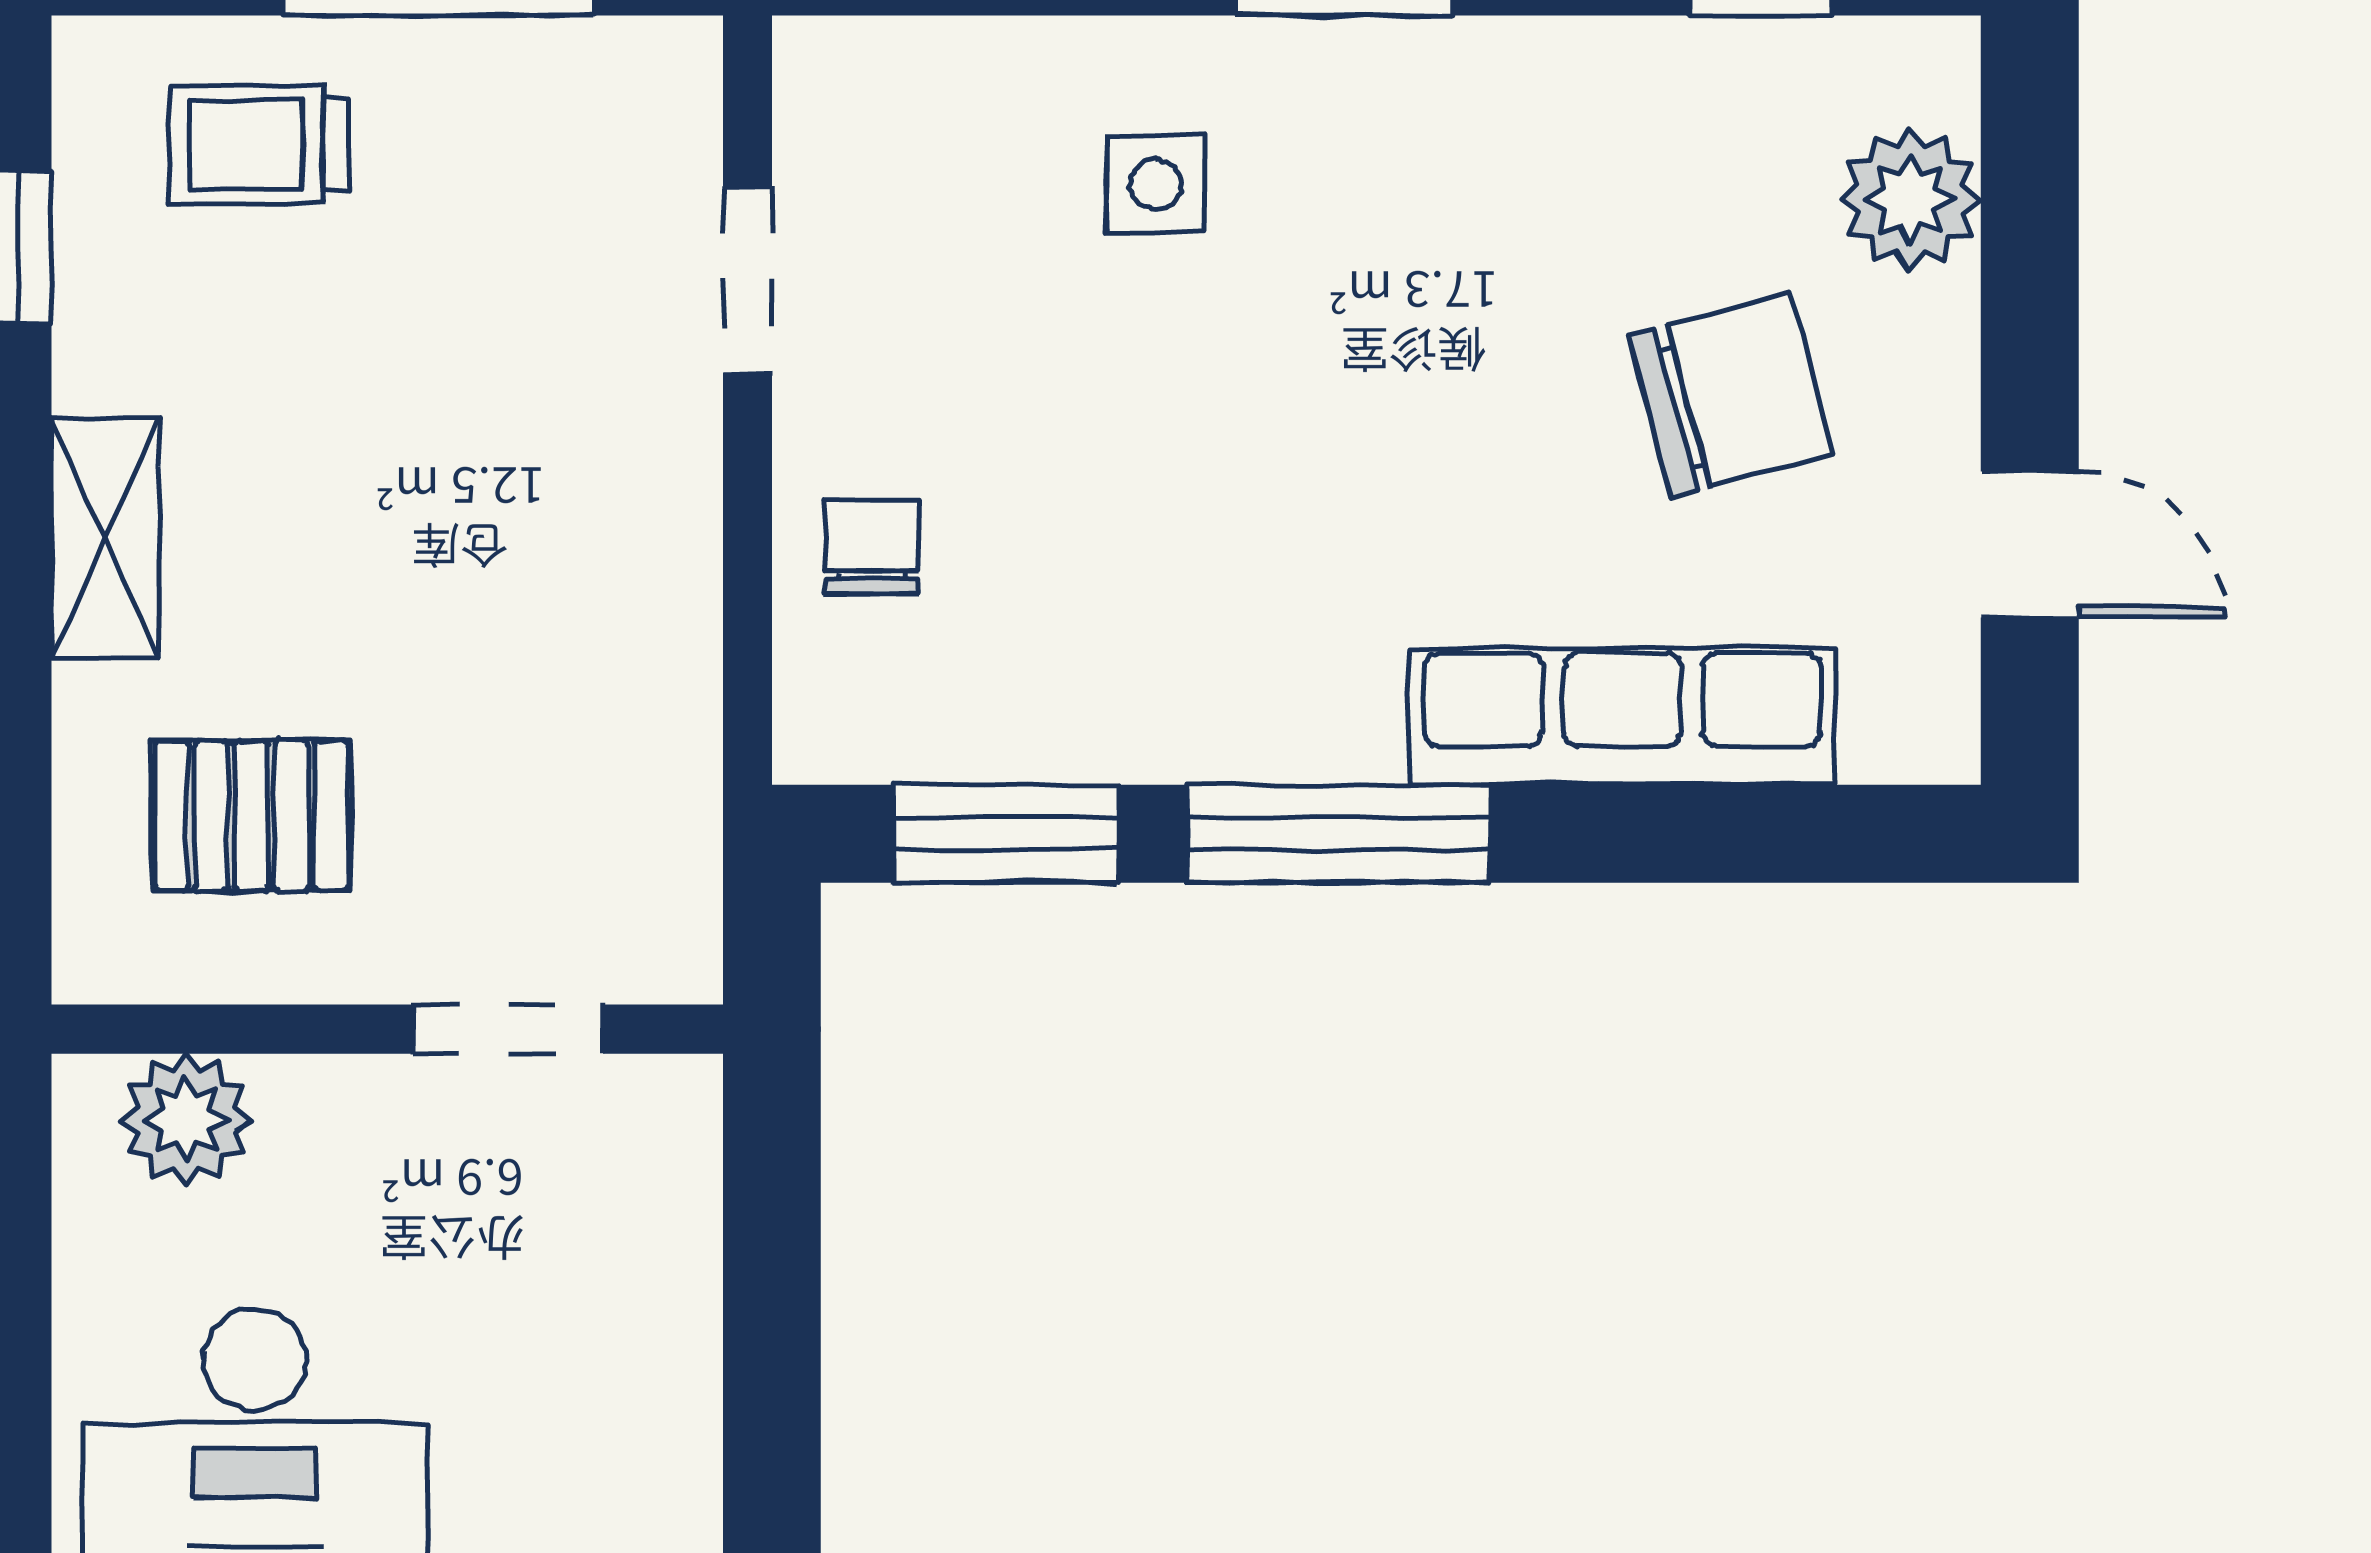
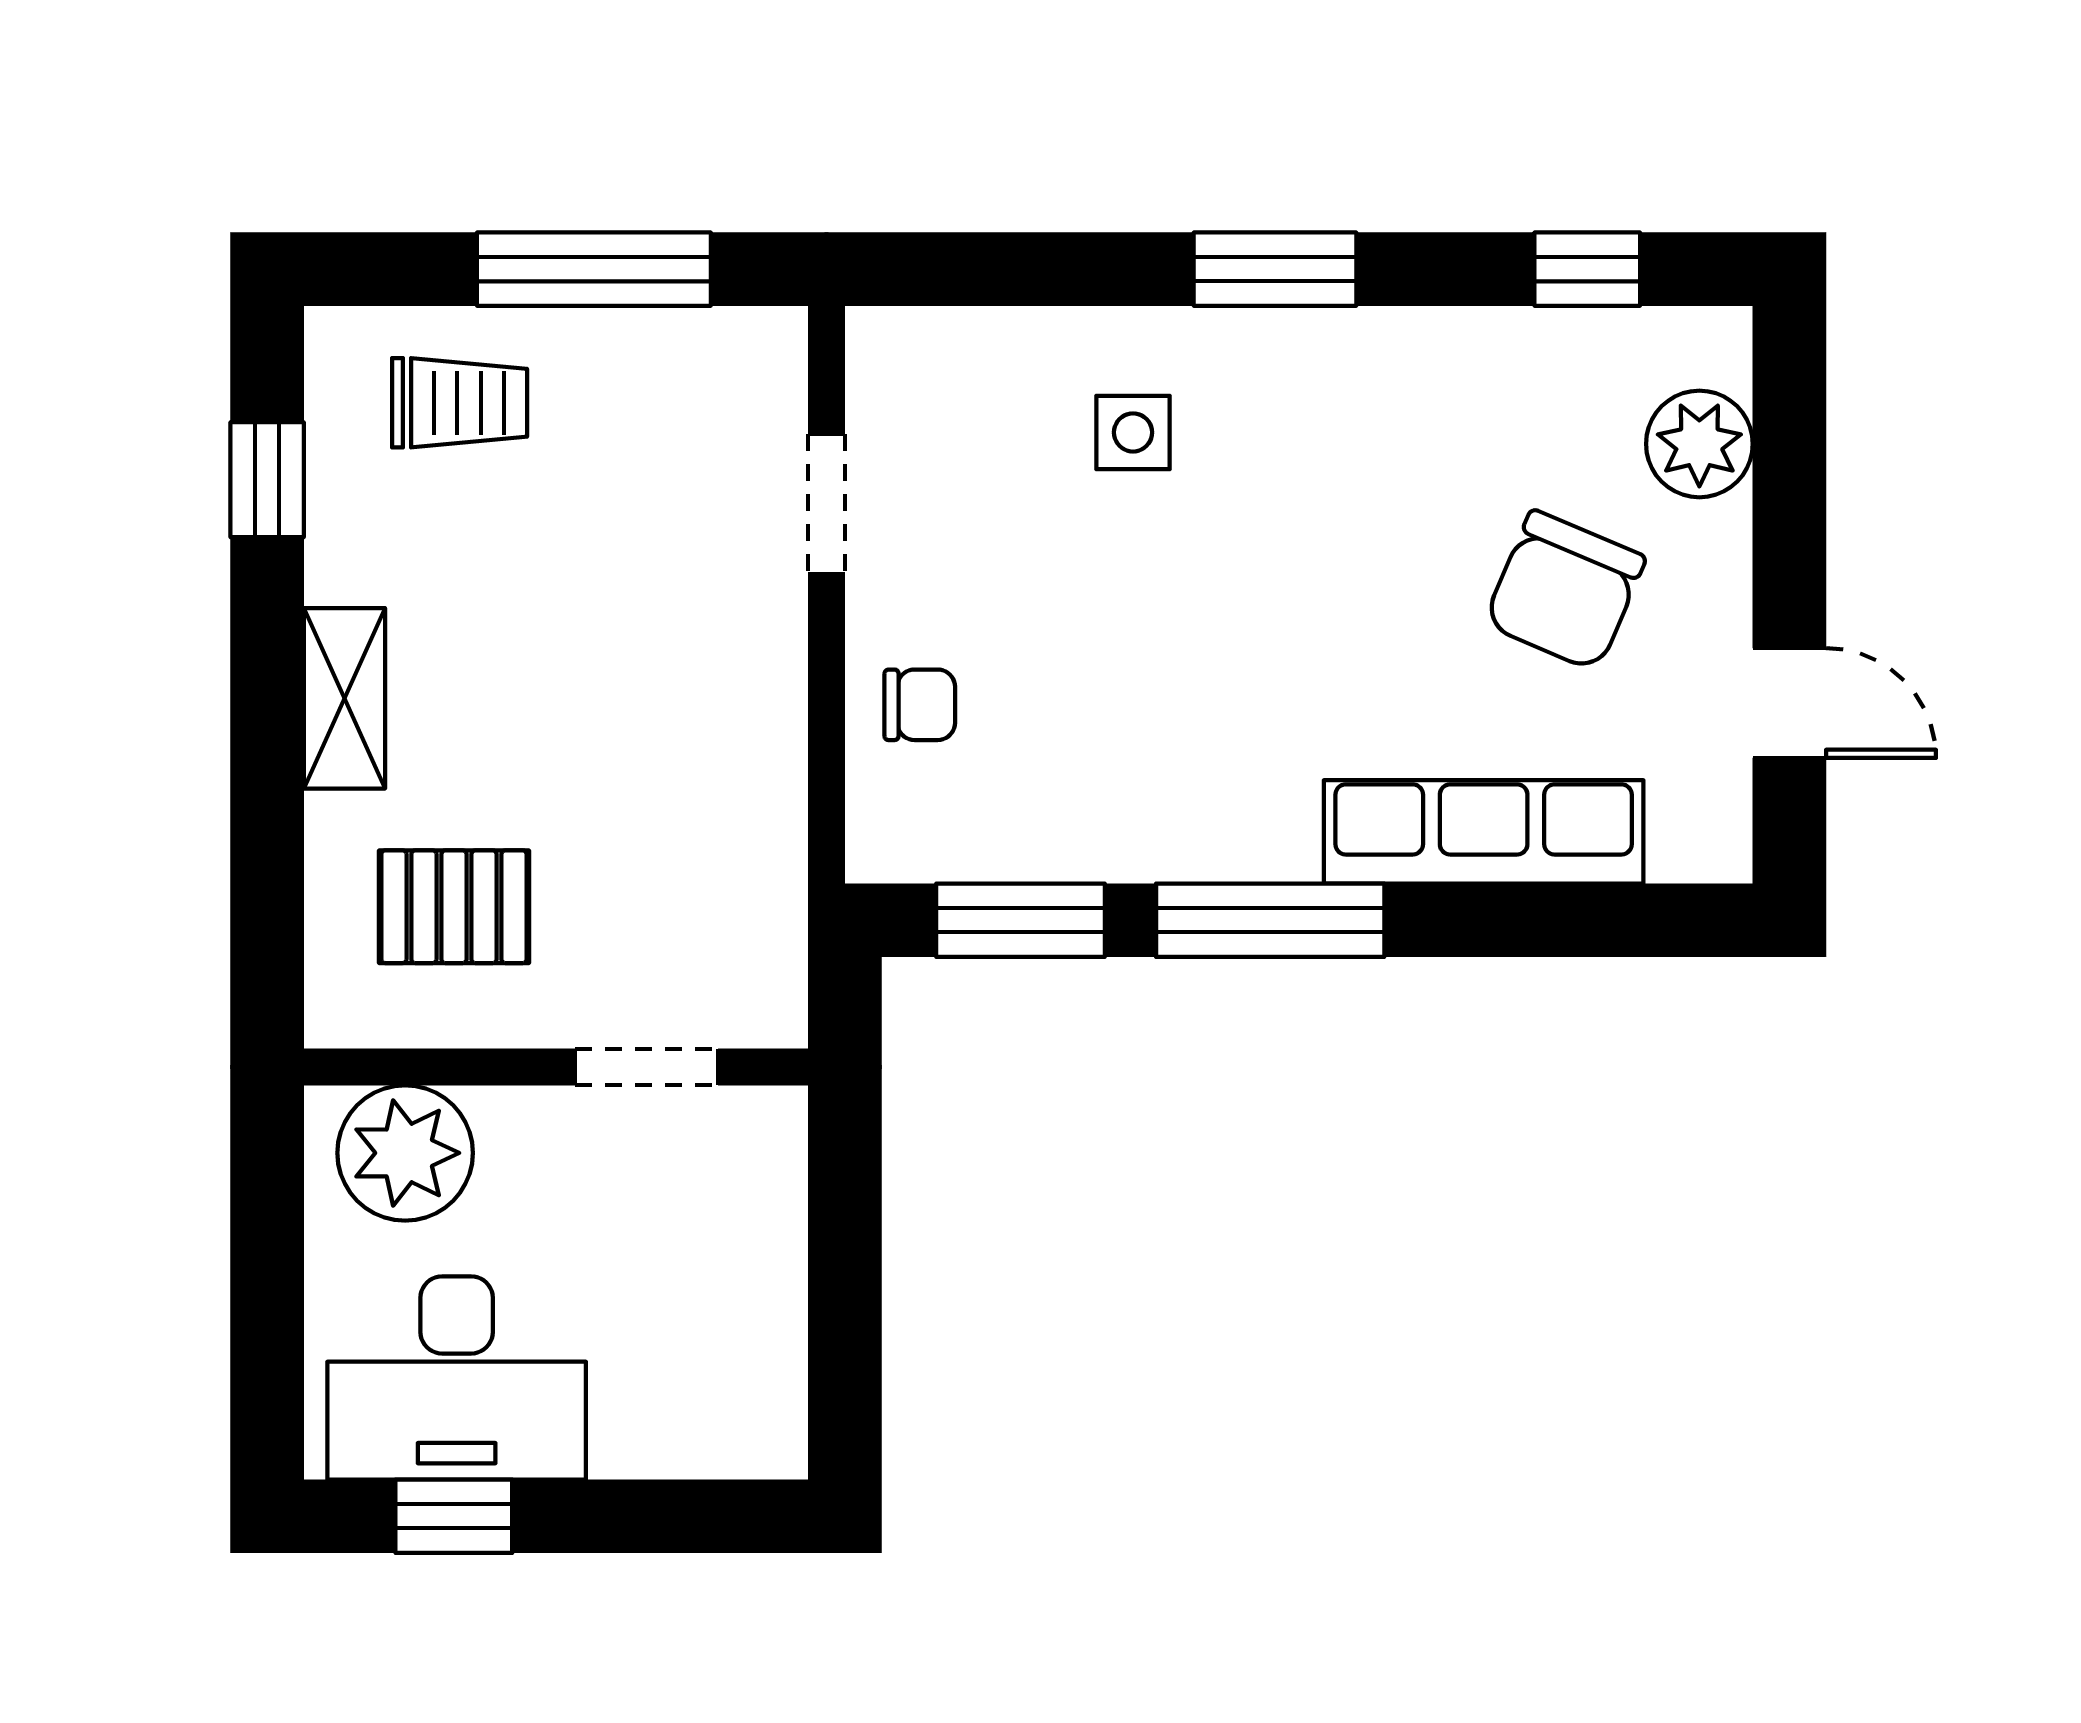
trolley: (259, 145) -> (460, 403), turned 180
chair: (1731, 395) -> (1565, 590), turned 128
chair: (872, 547) -> (920, 705), turned 90
plant: (186, 1120) -> (405, 1153), width x1.36, depth x1.36

